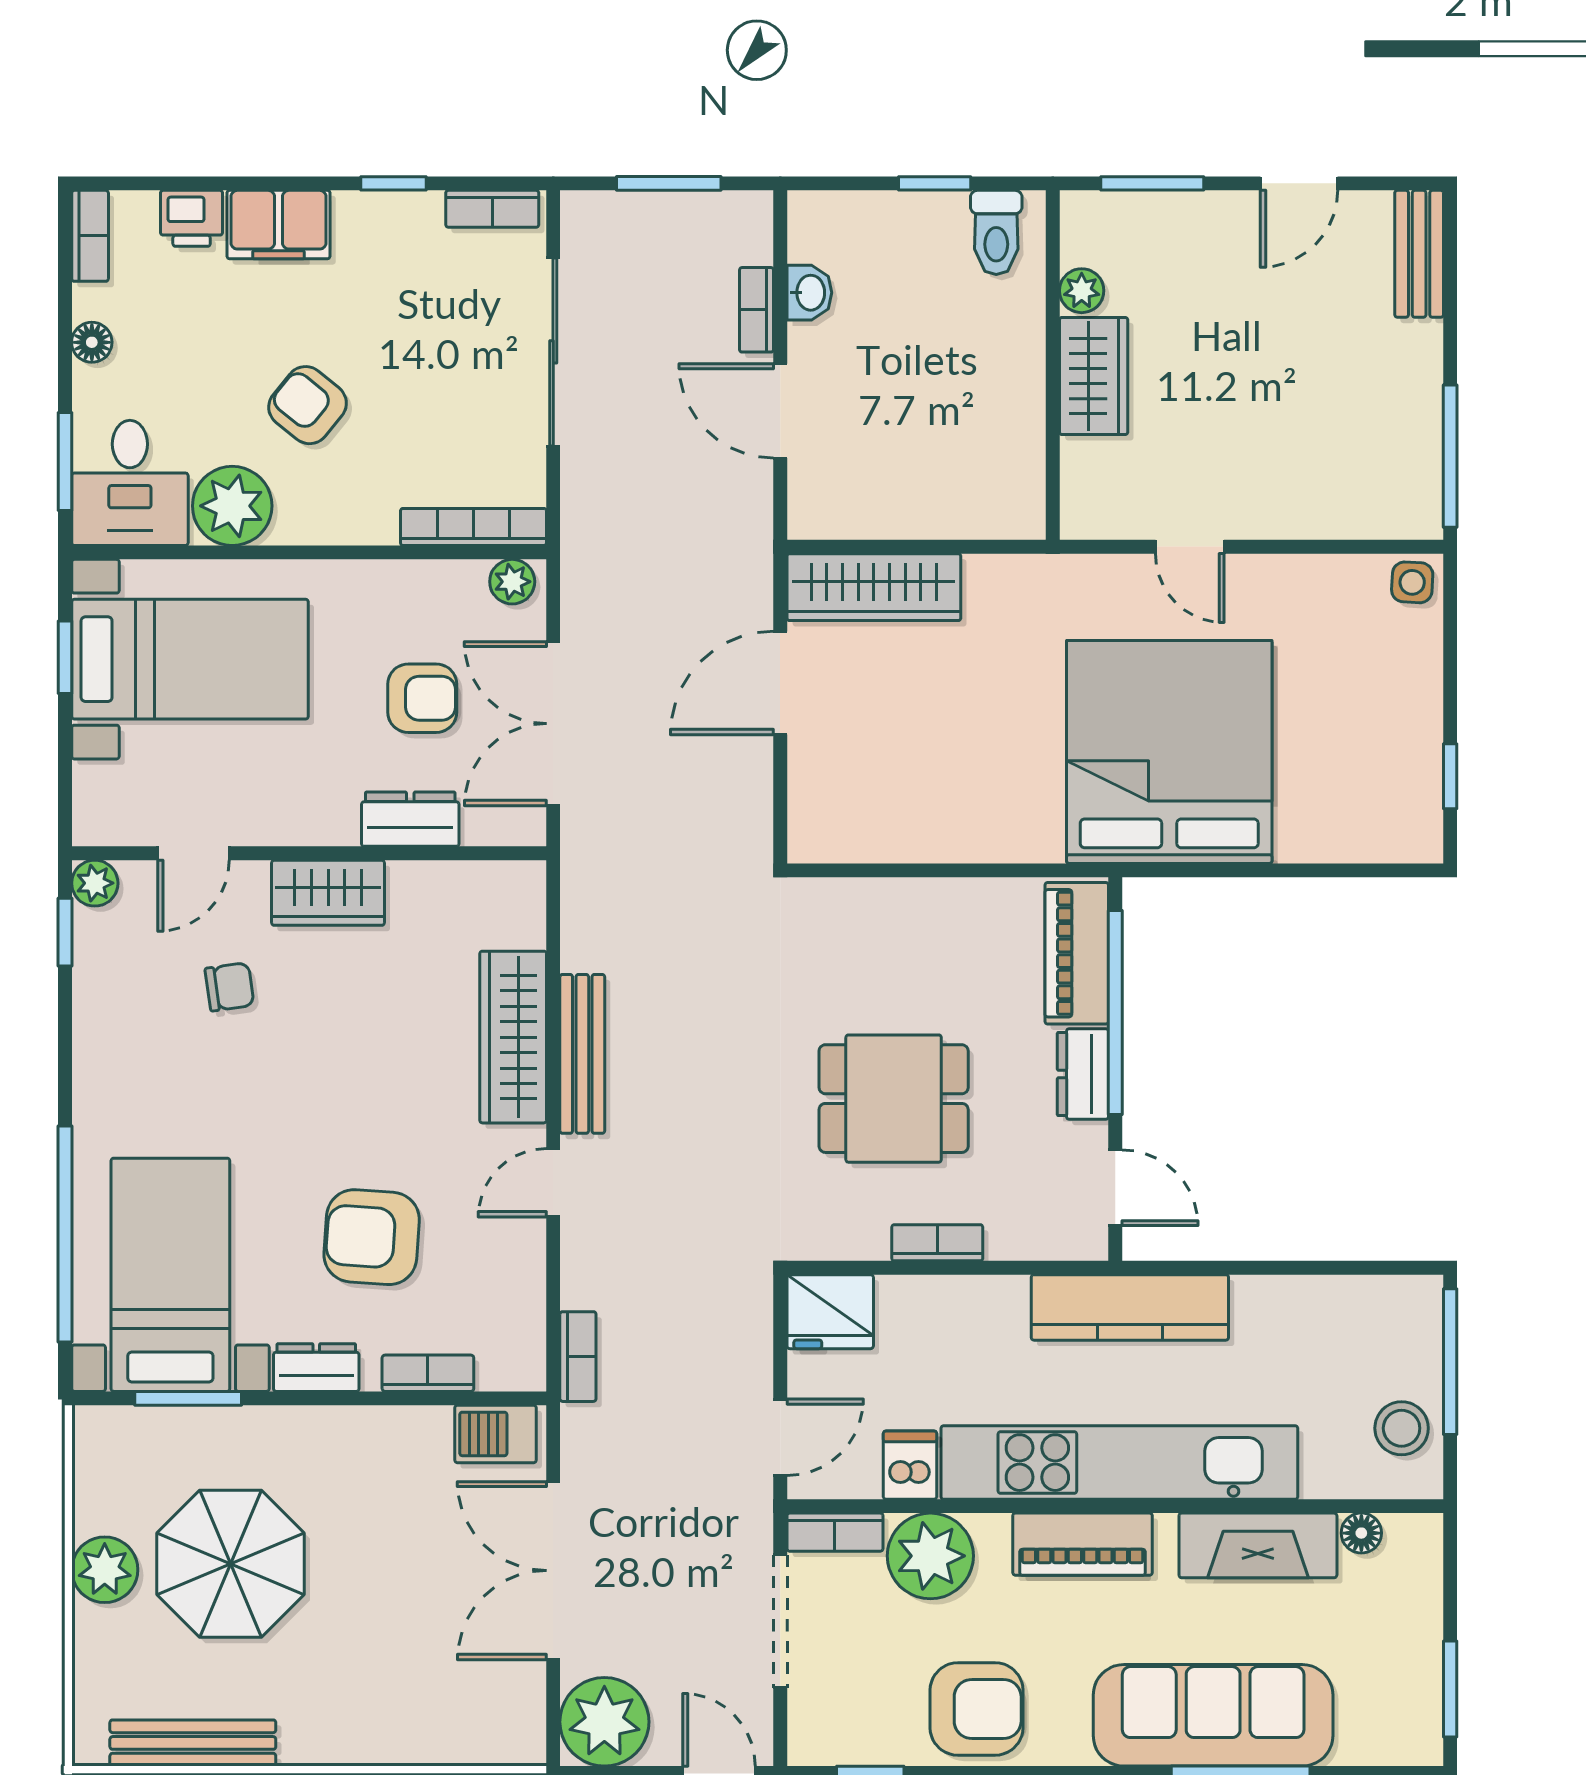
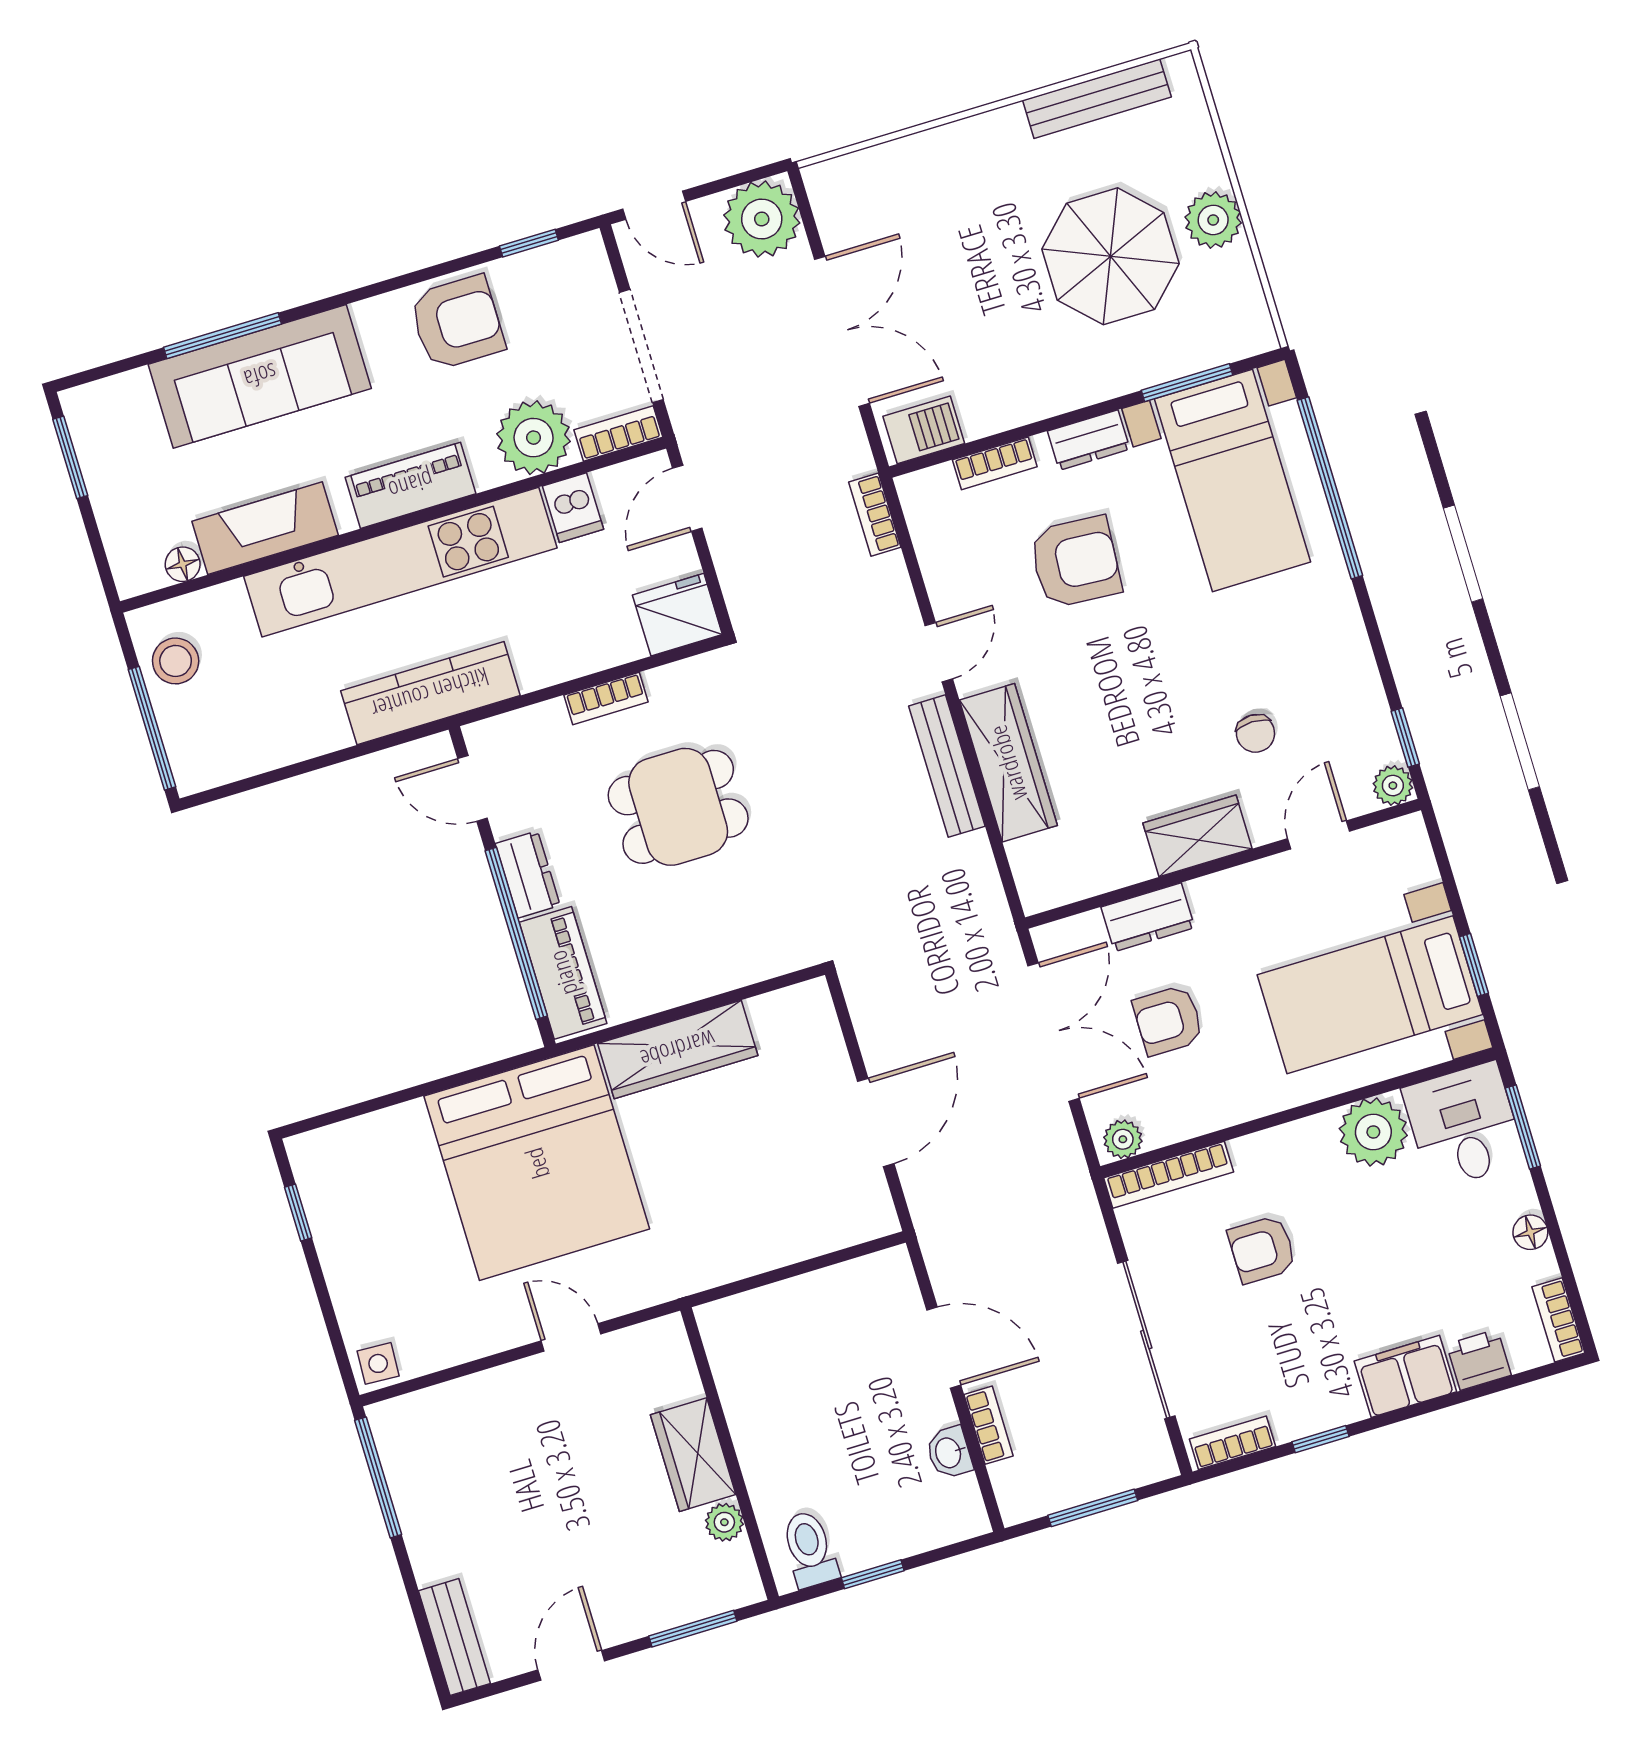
armchair: (308, 405) -> (1262, 1249), moved, turned 141
wardrobe: (874, 587) -> (678, 1049), moved, turned 180
chair: (230, 987) -> (1255, 733), turned -82
armchair: (977, 1709) -> (457, 323), turned 180

